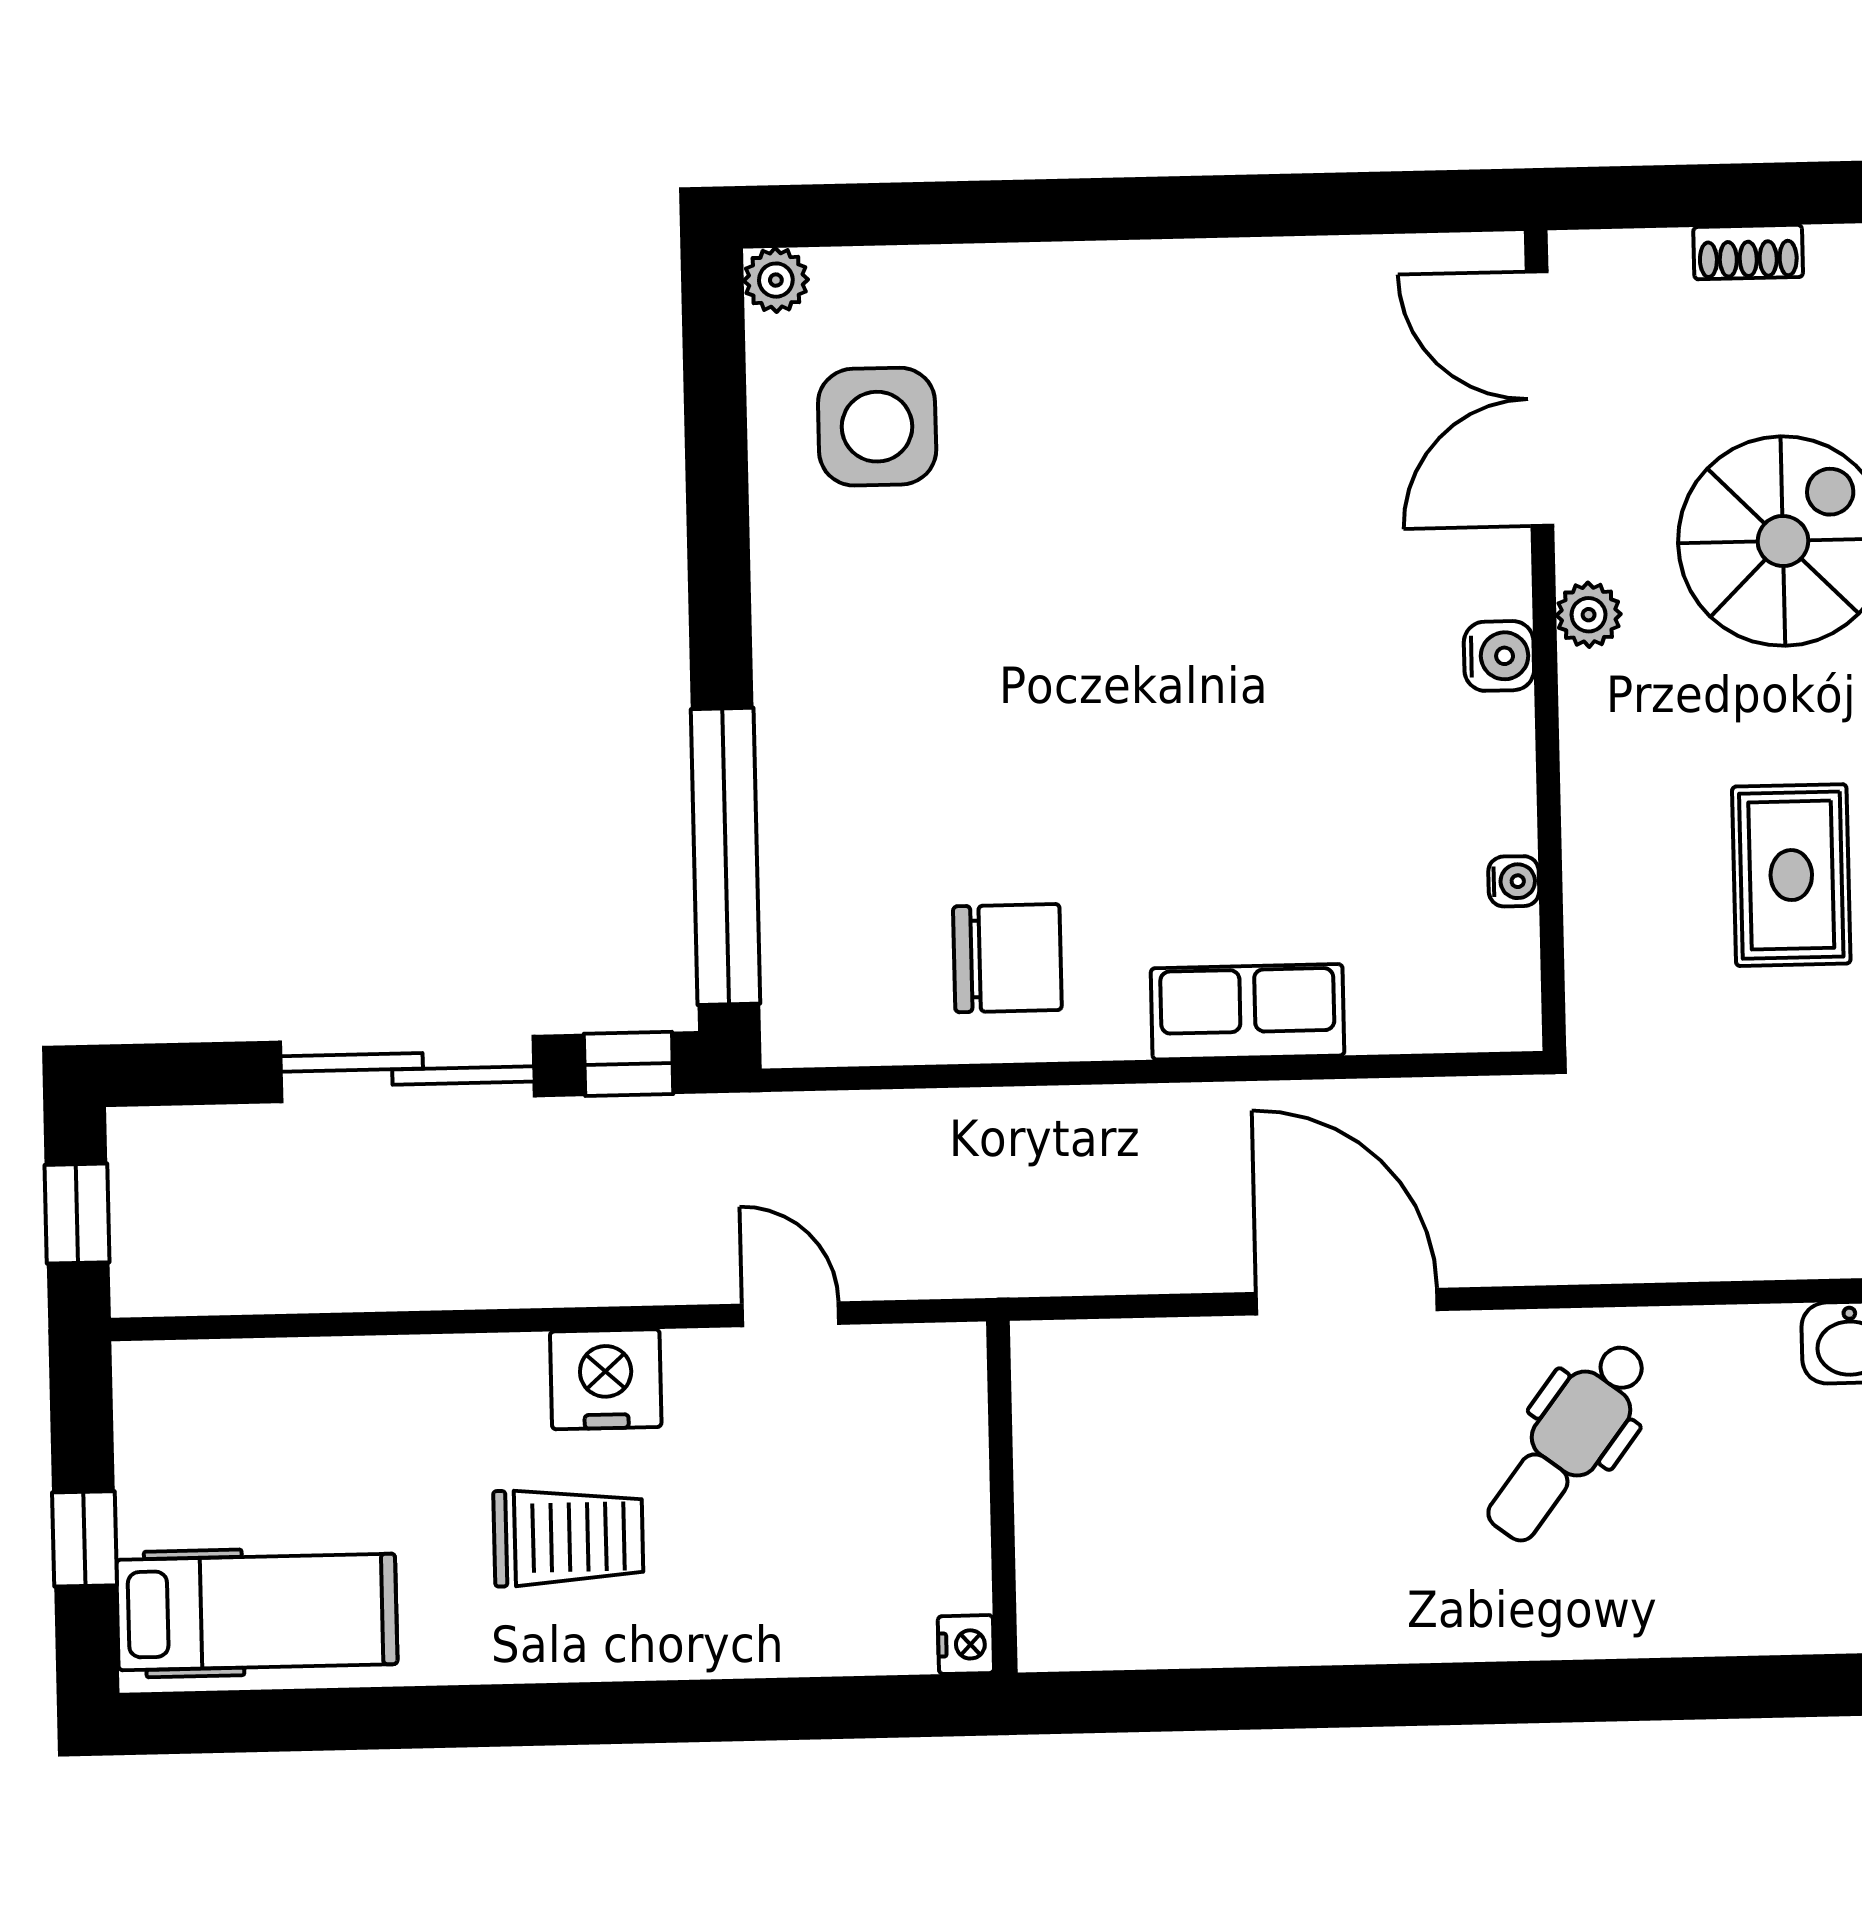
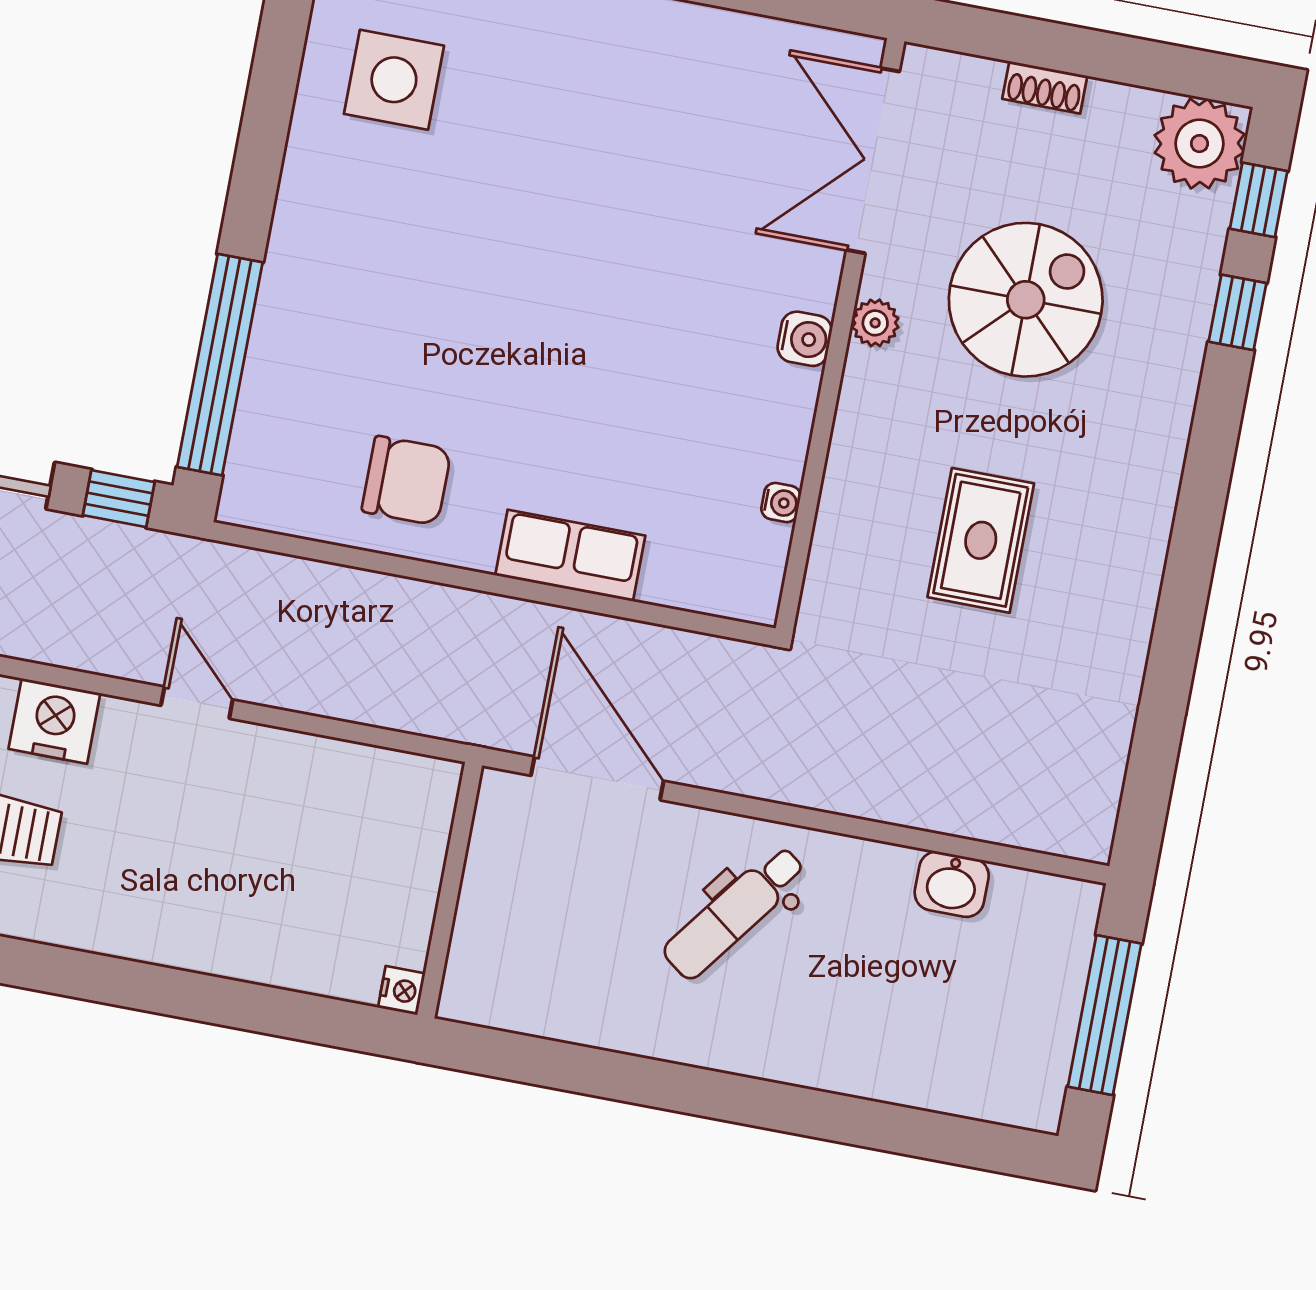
wall: (1002, 1497) -> (450, 890), moved
nightstand: (966, 1645) -> (402, 990), moved

